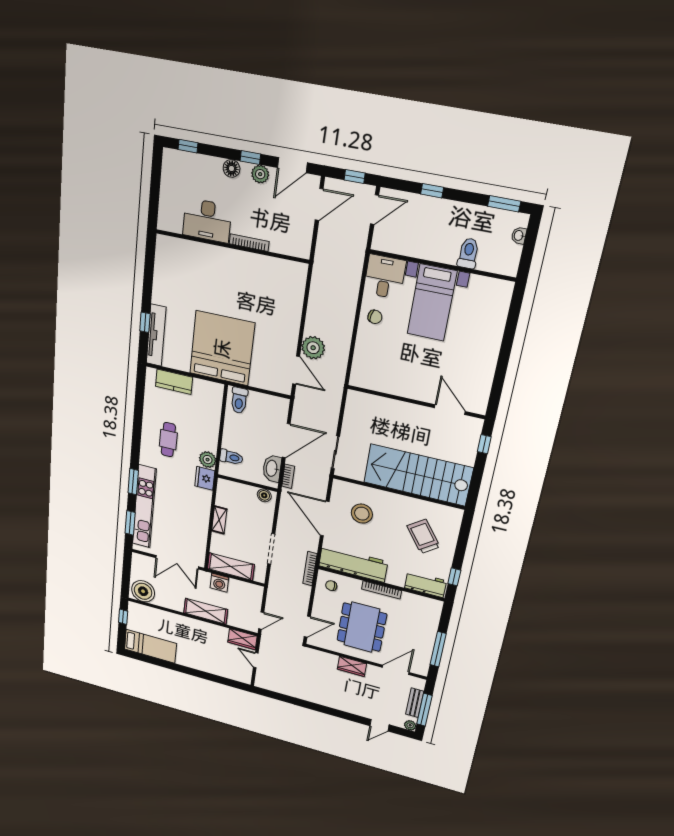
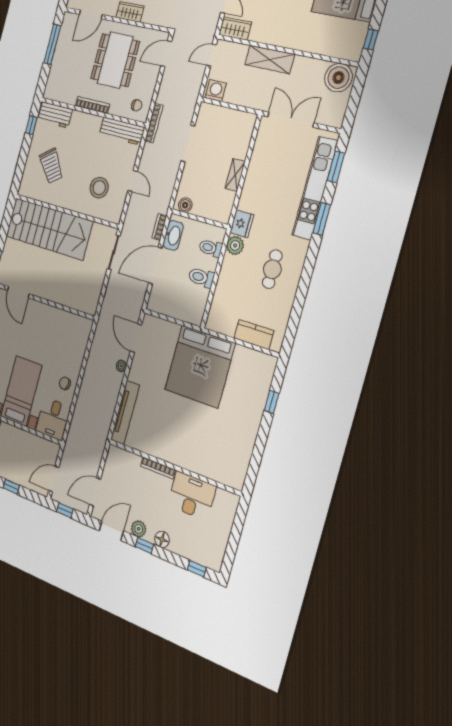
tv unit: (156, 335) -> (125, 412), moved, turned 180
plant: (313, 348) -> (121, 366), width x0.53, depth x0.53
toilet: (239, 400) -> (201, 277), moved, turned -90
door: (325, 519) -> (133, 181), width x0.53
workbench: (353, 564) -> (122, 131), width x0.73, depth x0.76
shelving: (231, 567) -> (232, 119), removed
washing machine: (219, 583) -> (216, 91), moved

